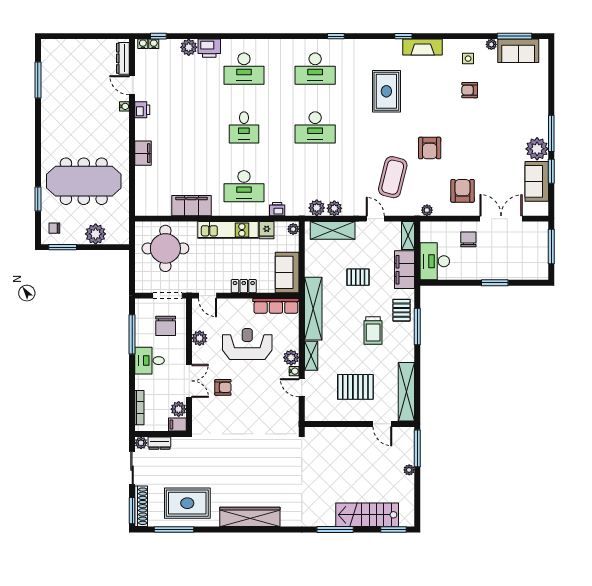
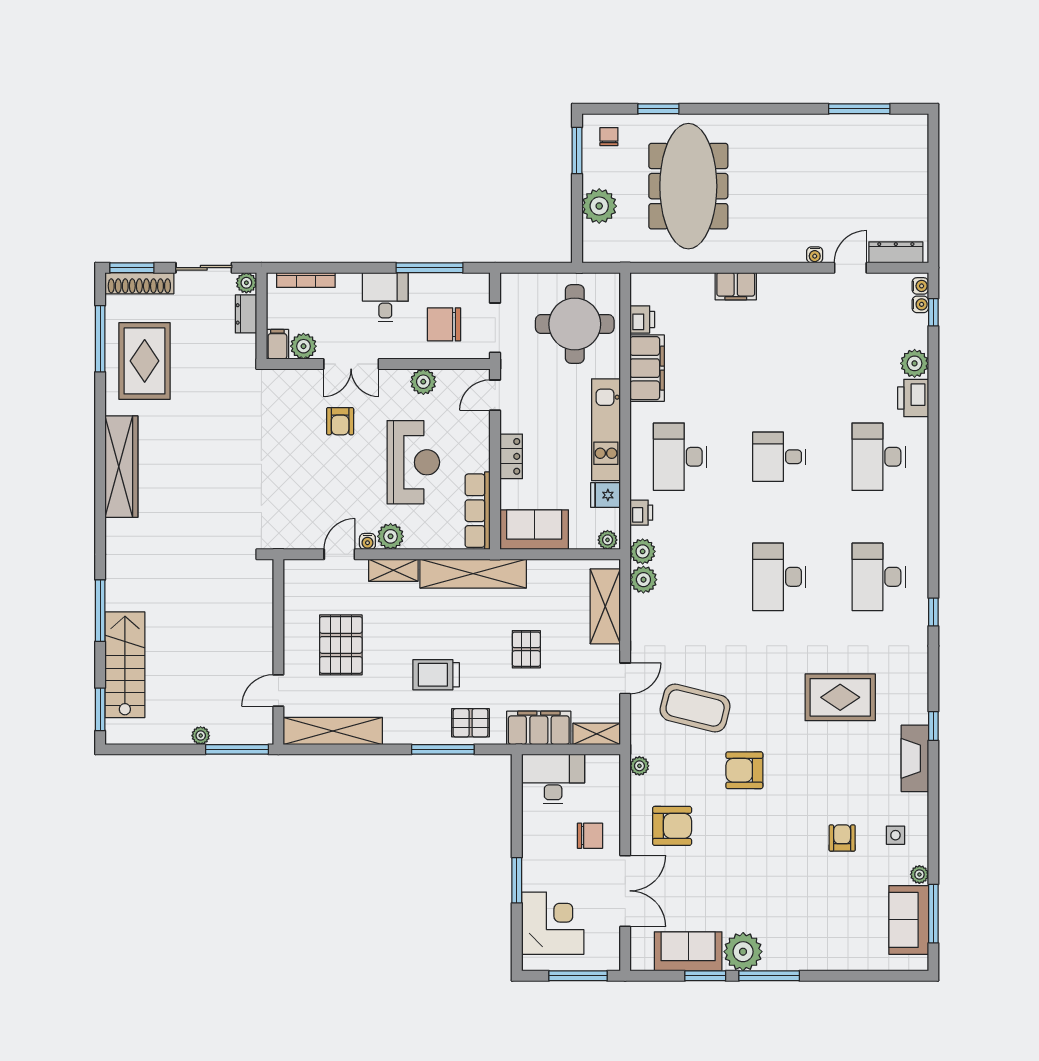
printer: (142, 110) -> (642, 319), moved, turned -90
plant: (334, 208) -> (643, 551), moved
corner desk: (520, 261) -> (553, 923), added

